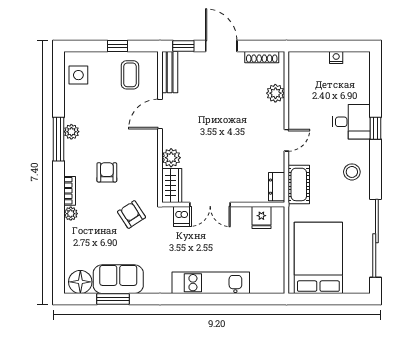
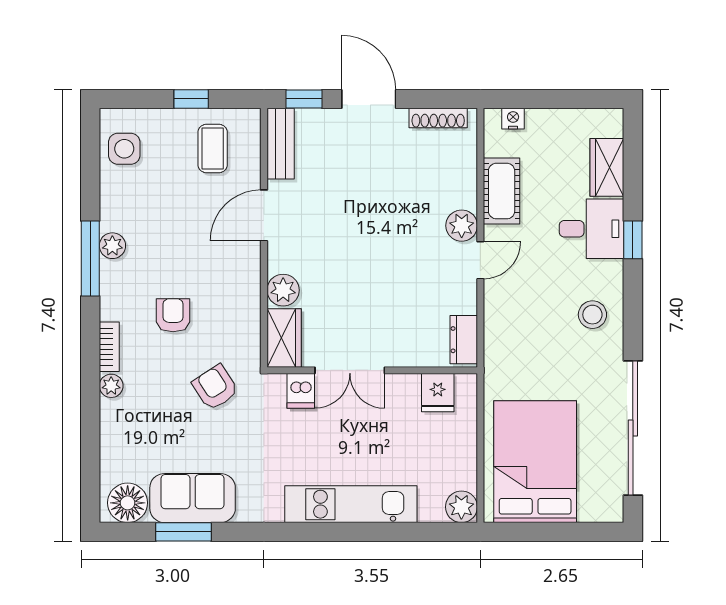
nightstand: (336, 57) -> (513, 119), moved
wardrobe: (360, 86) -> (607, 167), added
plant: (275, 93) -> (462, 226), moved
cot: (299, 184) -> (502, 191), moved
plant: (275, 284) -> (461, 507), added

